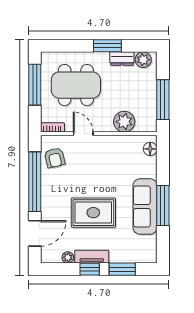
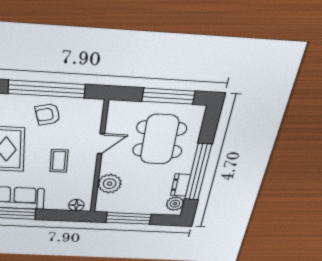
window: (107, 46) -> (198, 172), width x2.11
bookcase: (52, 127) -> (113, 112), removed
armchair: (55, 158) -> (48, 114), moved
coffee table: (103, 168) -> (59, 161), added

